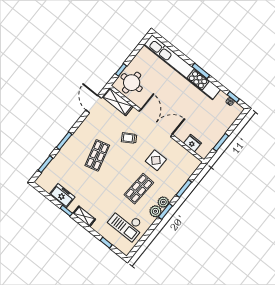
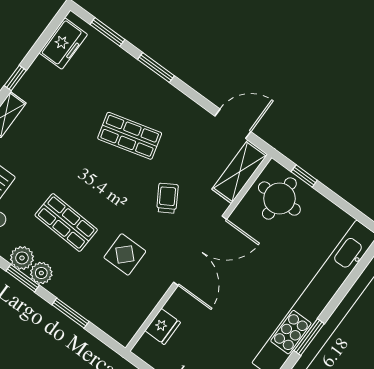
freezer: (62, 196) -> (63, 44), moved

